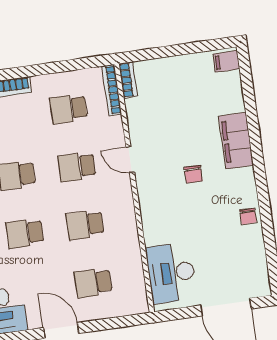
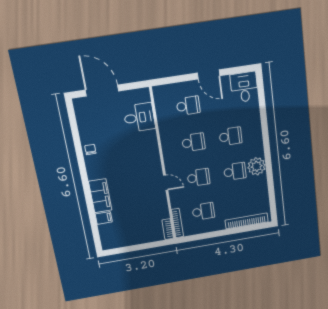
filing cabinet: (226, 61) -> (104, 218), moved
chair: (193, 174) -> (126, 175), removed
desk: (171, 273) -> (139, 118), width x0.73

